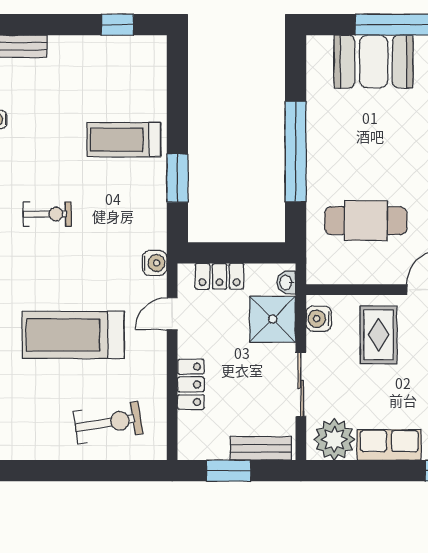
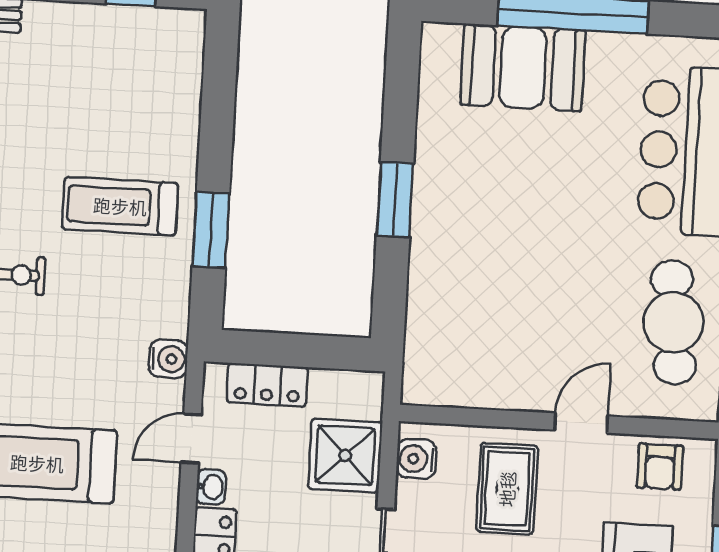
treadmill: (124, 140) -> (120, 206), moved
window: (296, 152) -> (395, 200), width x0.47
cafe table: (366, 221) -> (497, 312), removed
washbasin: (286, 282) -> (211, 487), moved, turned 180

